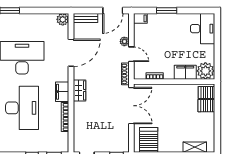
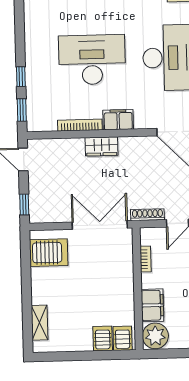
wardrobe: (79, 90) -> (102, 146), moved
double door: (131, 106) -> (100, 225), swing flipped
desk: (22, 108) -> (92, 60), turned 180

